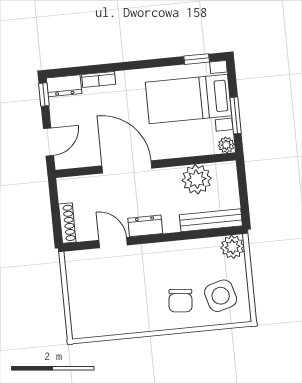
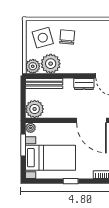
window: (197, 59) -> (71, 181), moved
plant: (197, 179) -> (35, 109), moved
plant: (203, 254) -> (51, 64), added

